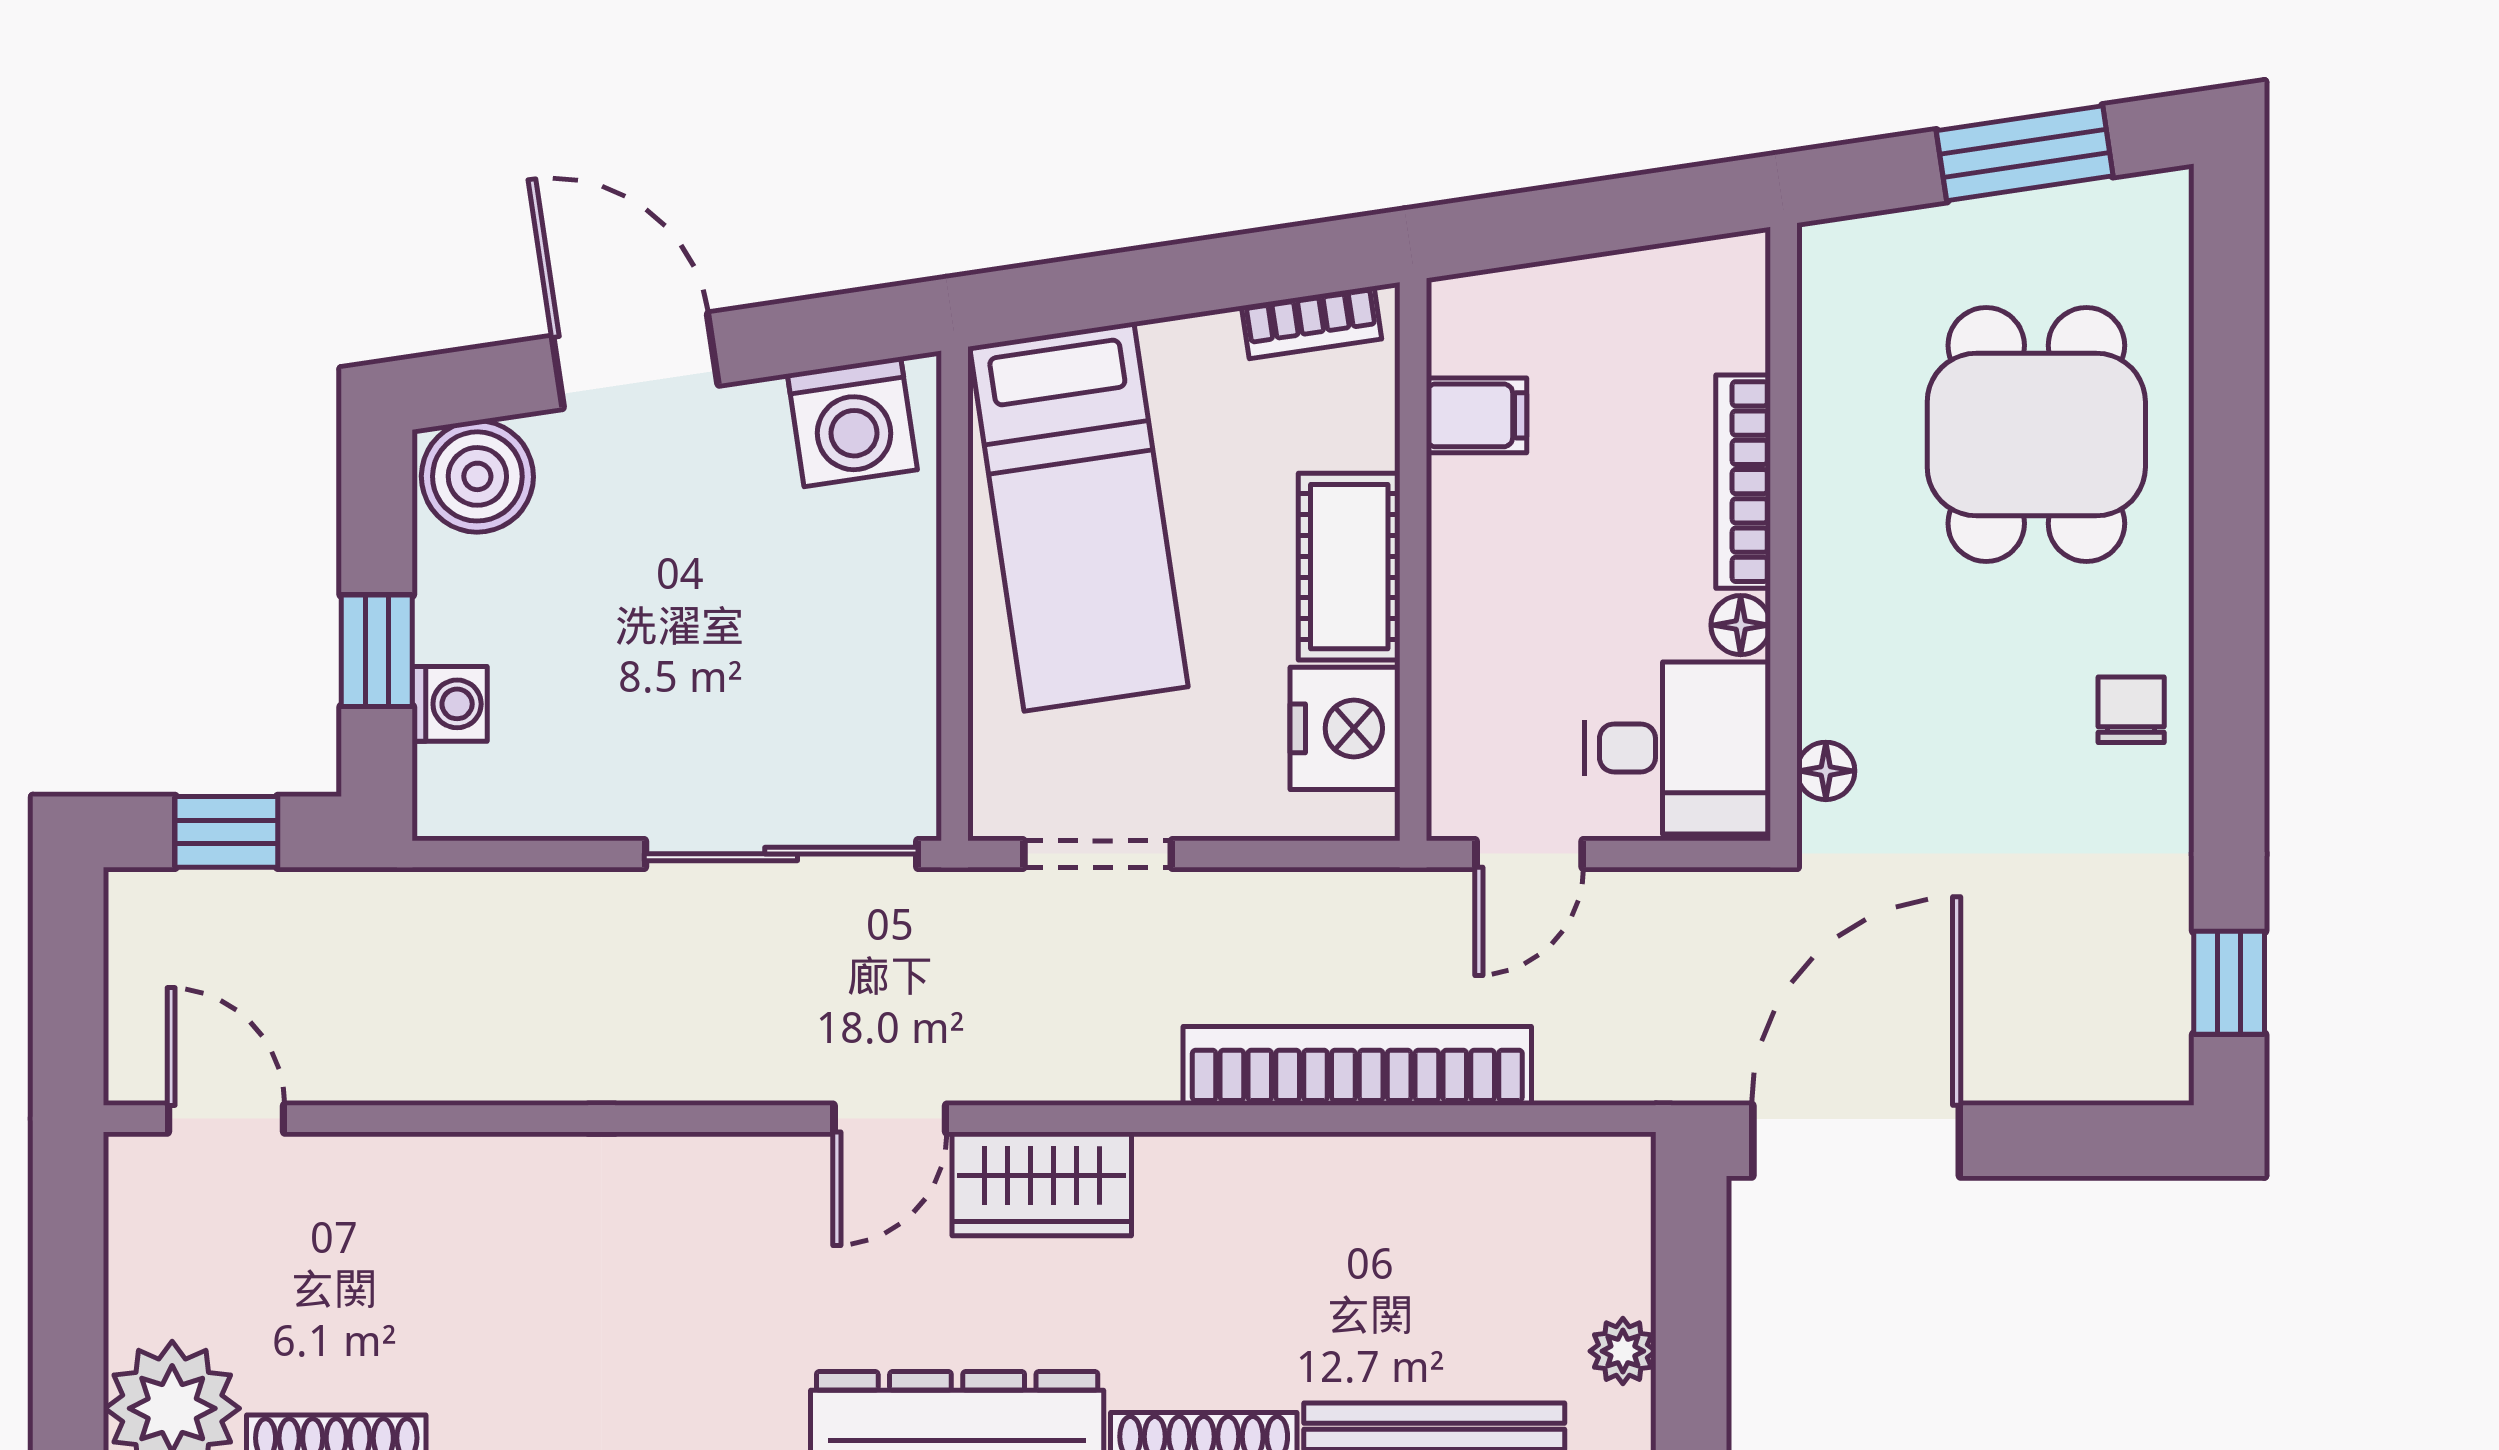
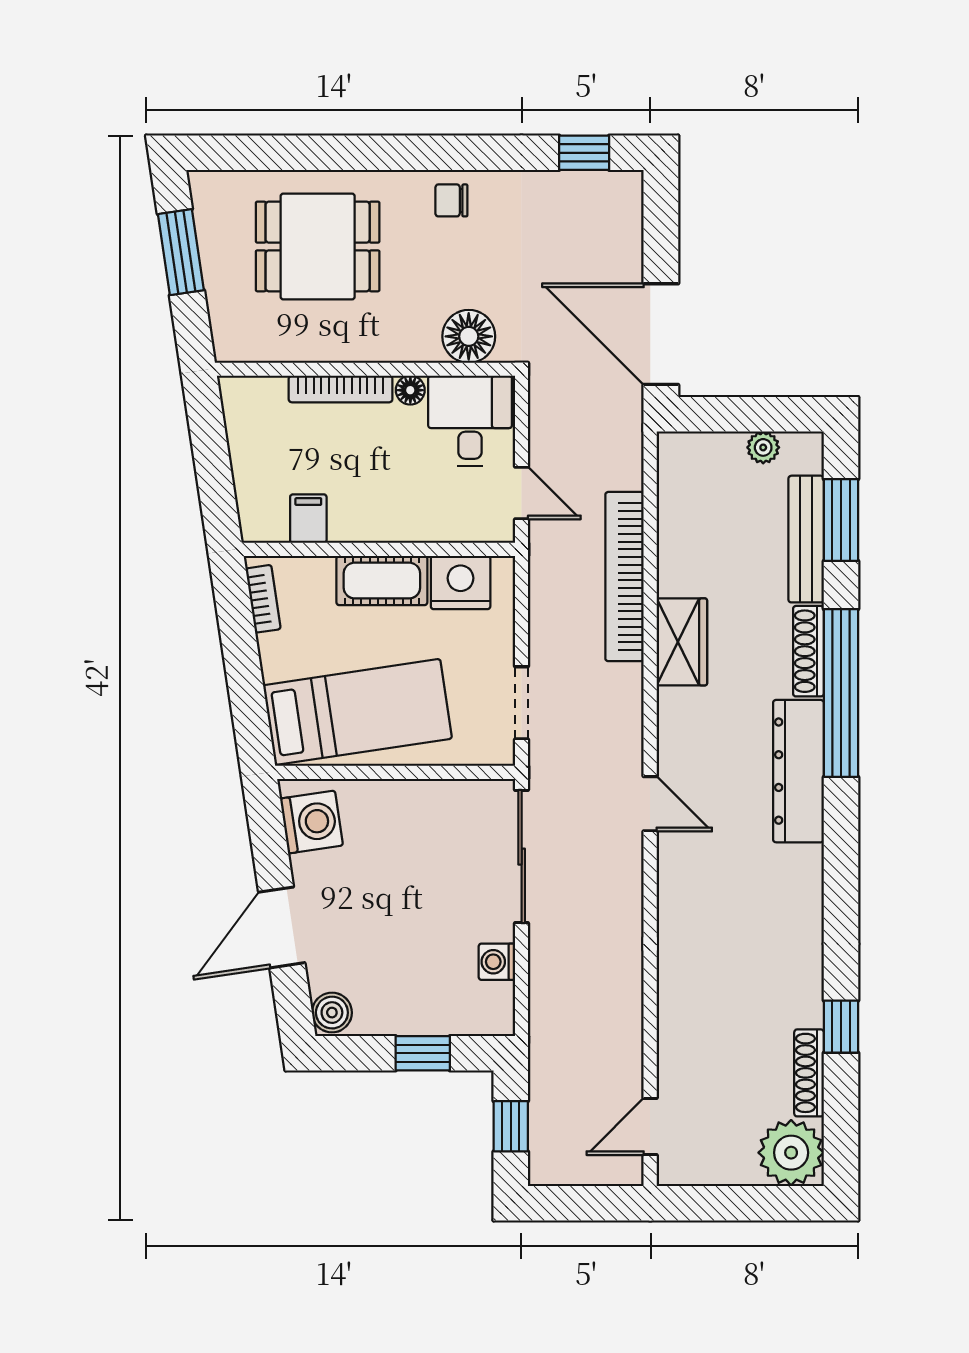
boiler: (477, 476) -> (332, 1013), width x0.73, depth x0.73
washing machine: (450, 704) -> (497, 962), moved, turned -90
floor lamp: (1826, 771) -> (469, 336), width x1.89, depth x1.89
wardrobe: (1042, 1184) -> (682, 642), moved

